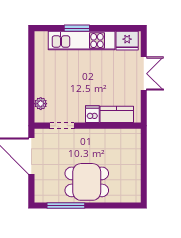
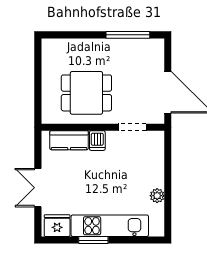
window: (77, 28) -> (93, 240), moved
plant: (41, 104) -> (157, 196), moved
dining table: (87, 182) -> (86, 93), moved

